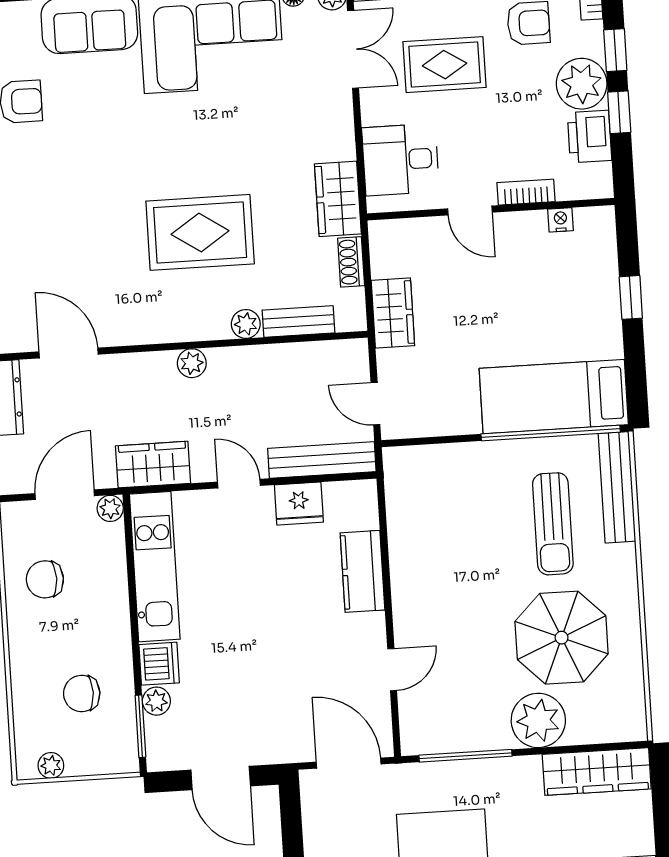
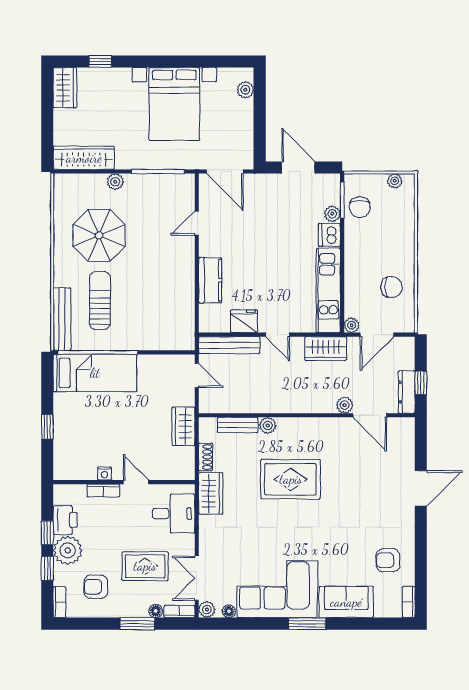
nightstand: (561, 220) -> (104, 474), moved
plant: (192, 363) -> (345, 405), moved
chair: (82, 693) -> (360, 207), moved, turned 90
plant: (538, 720) -> (115, 182), width x0.53, depth x0.53

